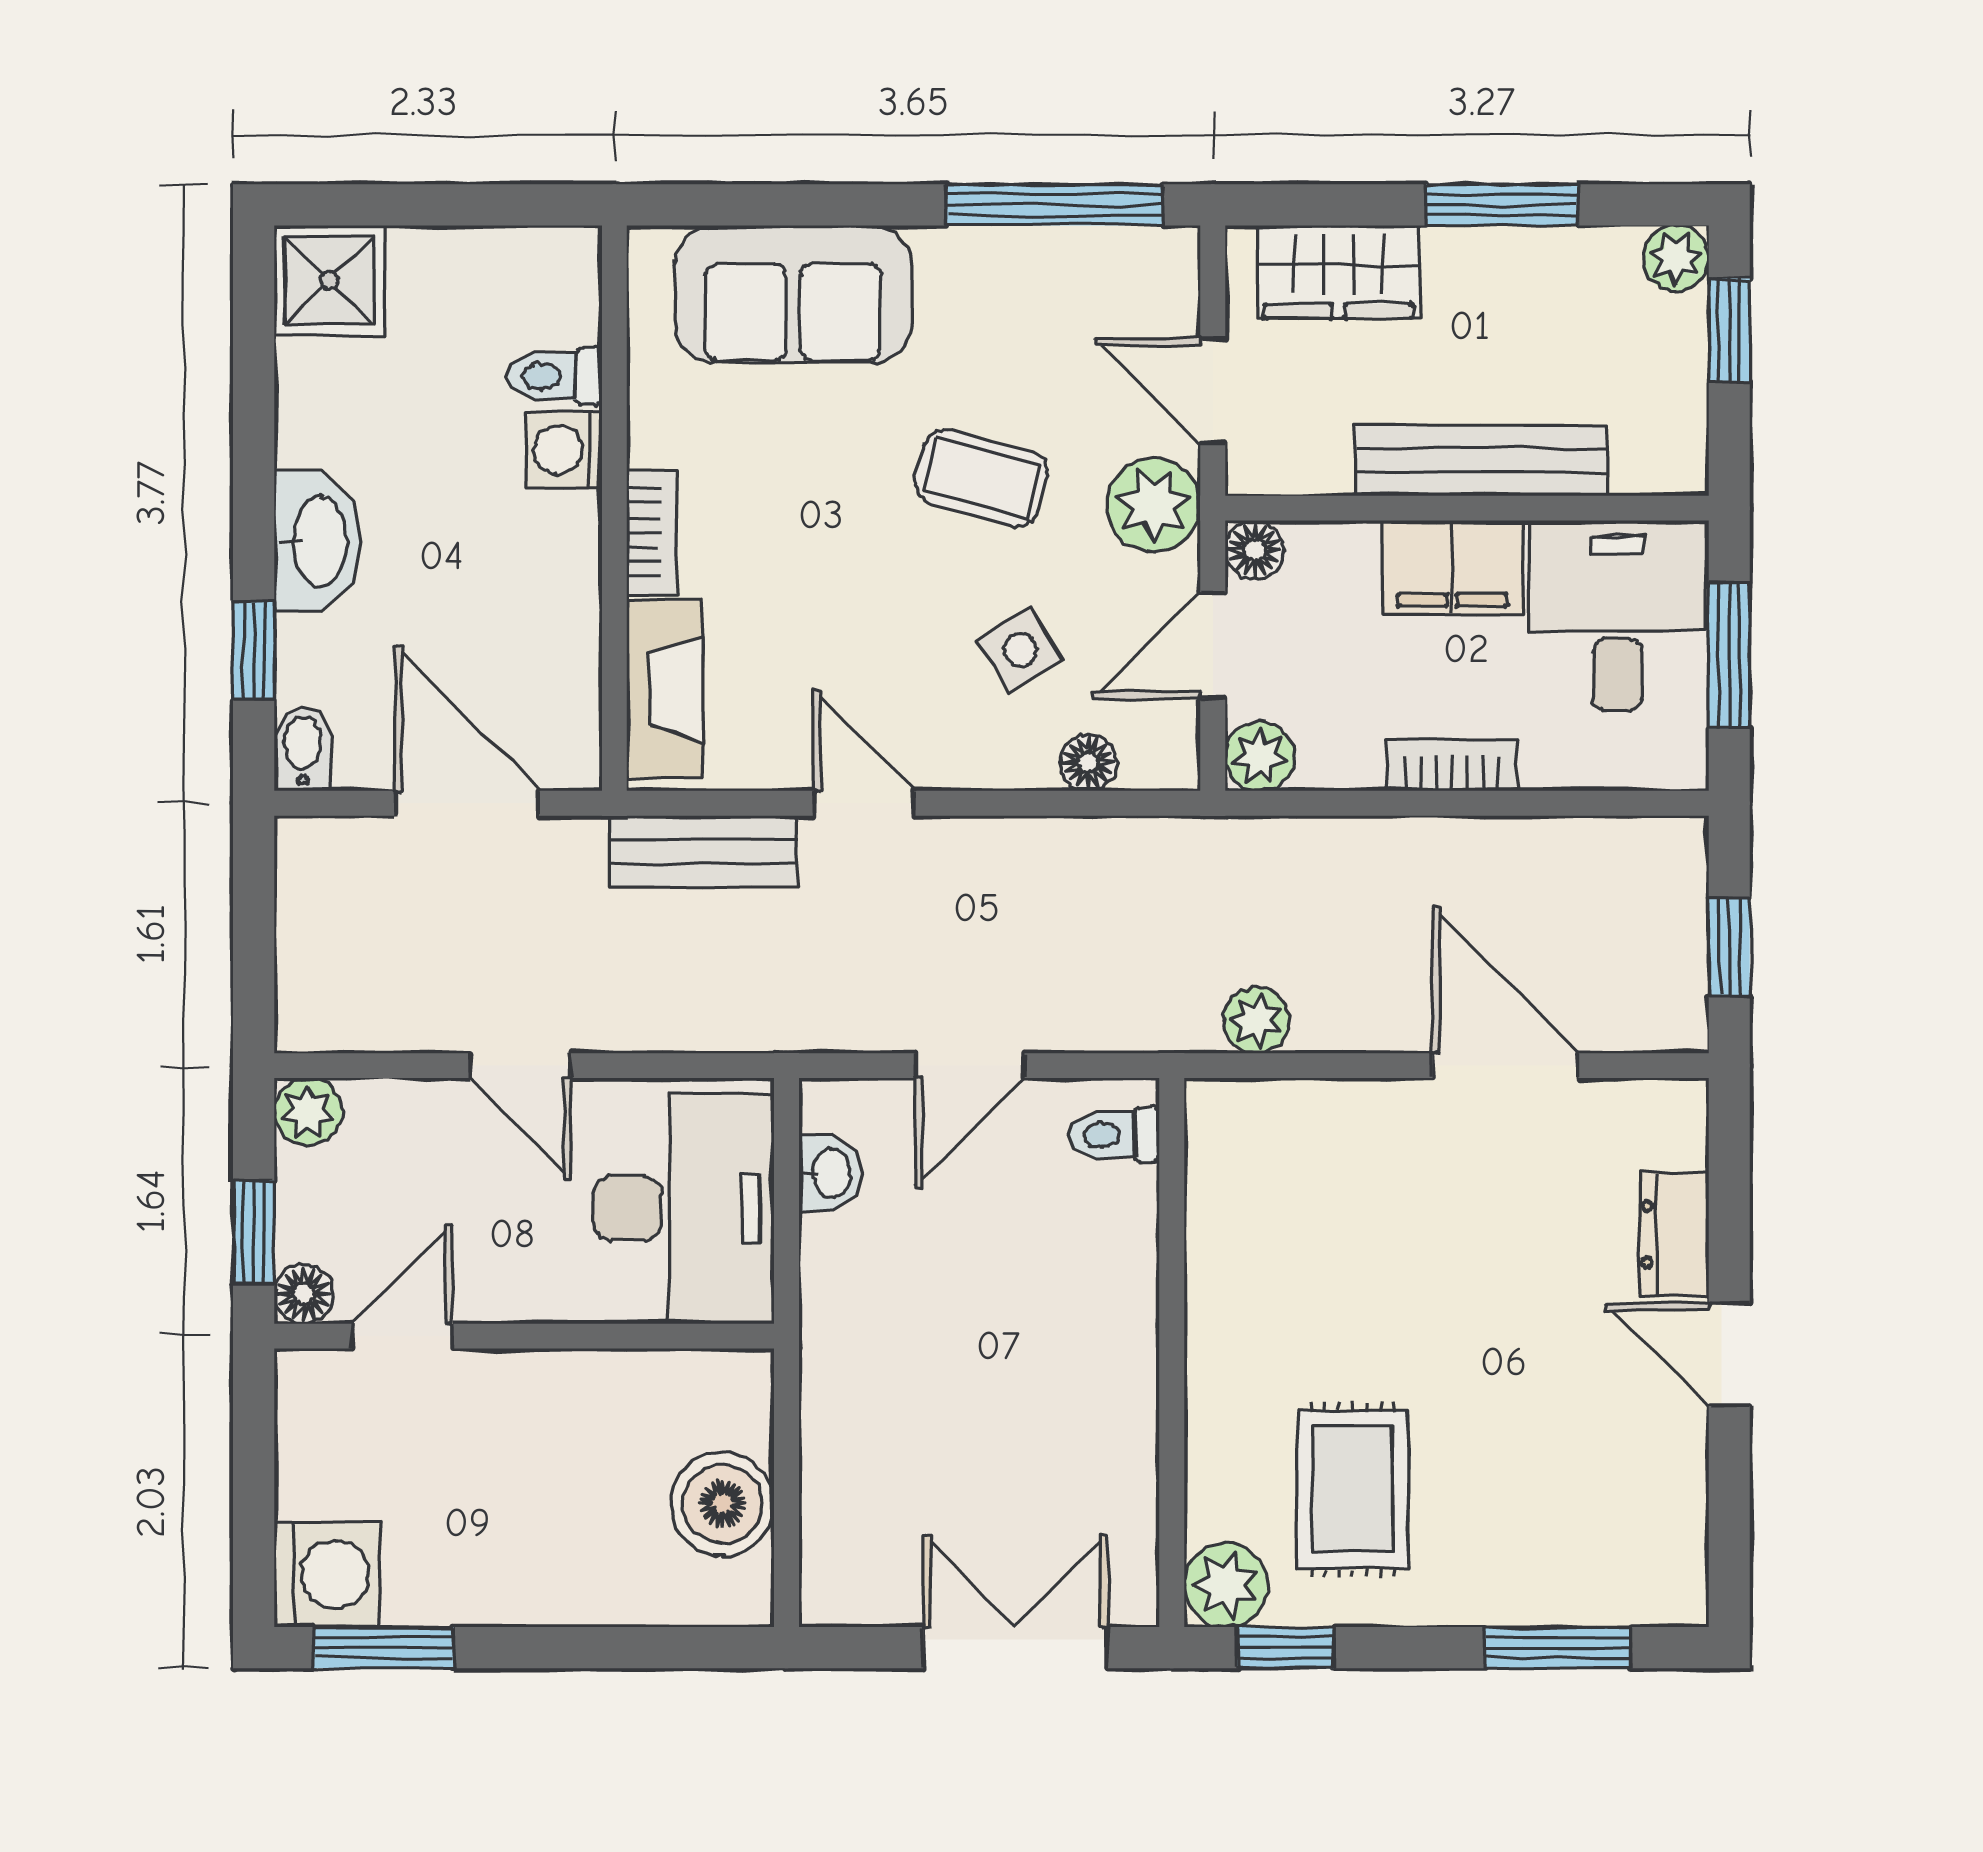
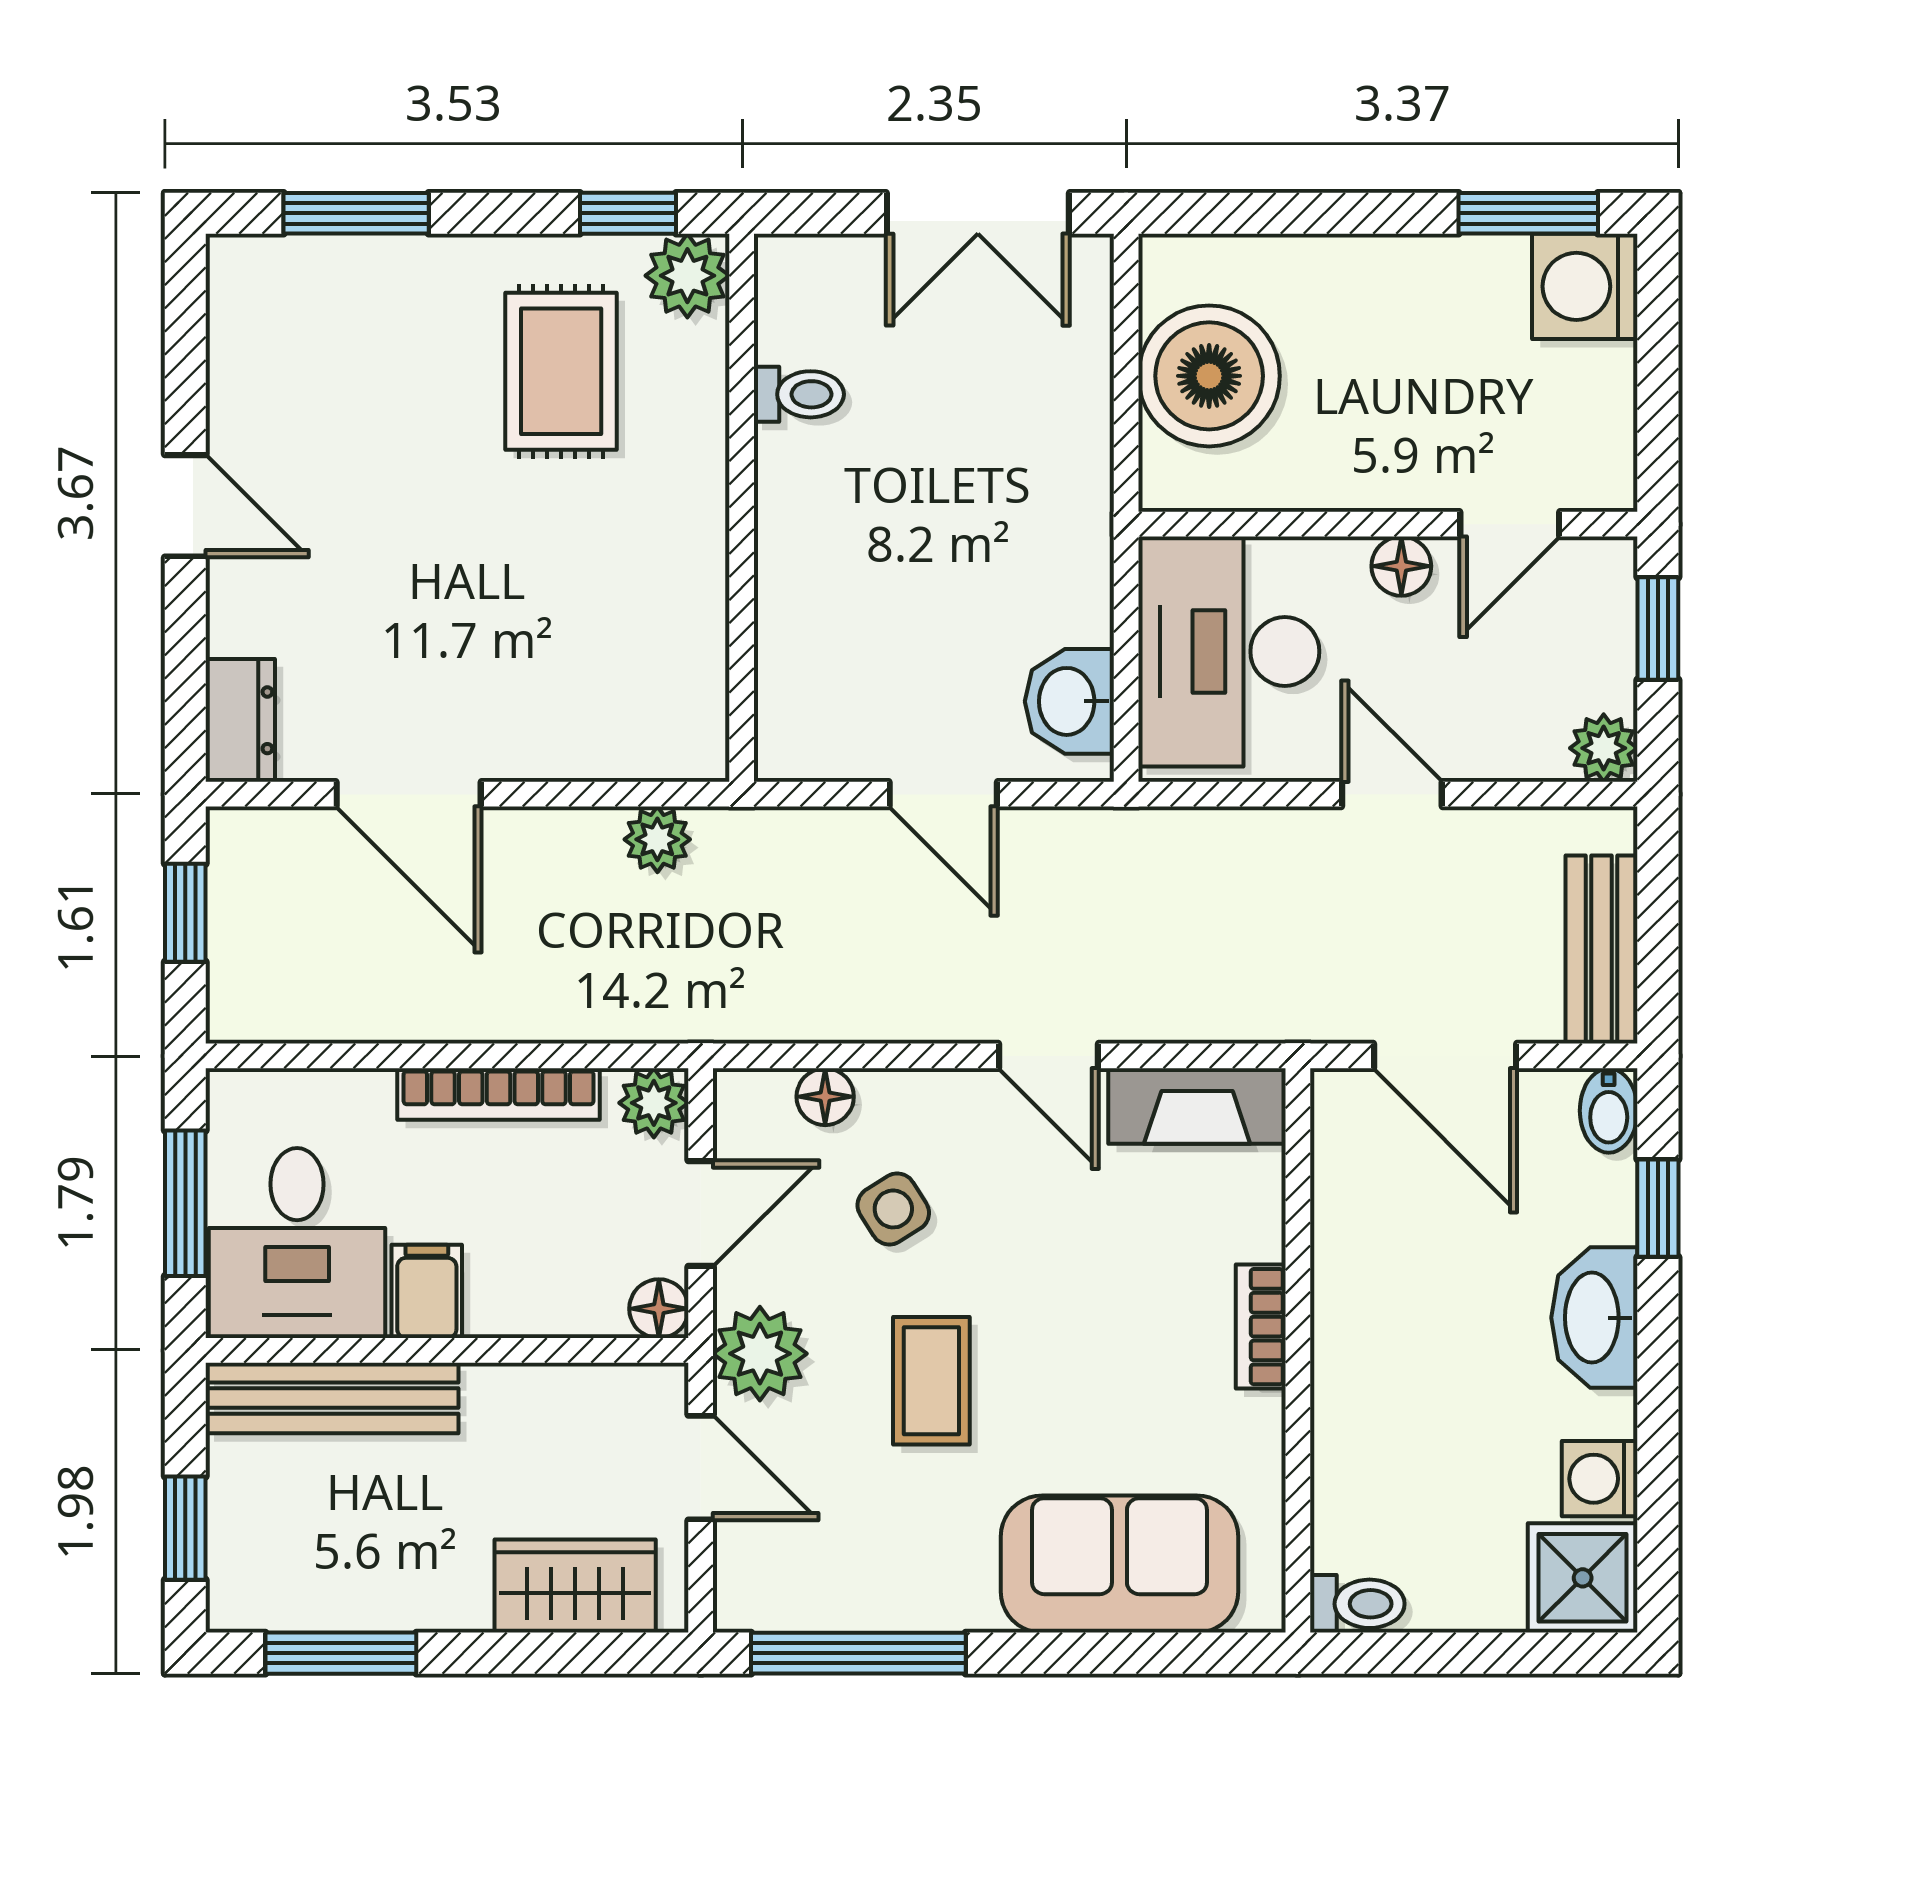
window: (1502, 205) -> (341, 1653), moved
plant: (1676, 258) -> (239, 1600), removed
toilet: (555, 376) -> (1357, 1604), moved
washing machine: (564, 449) -> (1600, 1479), moved, turned 180
bench: (1481, 460) -> (332, 1398), moved
coffee table: (982, 478) -> (931, 1381), turned 75
filing cabinet: (1452, 567) -> (427, 1291), width x0.50
fireplace: (665, 690) -> (1197, 1106), moved, turned -90
bookcase: (1452, 765) -> (499, 1094), width x1.56
bench: (703, 852) -> (1602, 950), moved, turned 90
door: (970, 1066) -> (943, 794), swing flipped
toilet: (1114, 1135) -> (799, 394), moved
washbasin: (830, 1173) -> (1069, 701), width x1.38, depth x1.45
dresser: (1674, 1234) -> (240, 720), moved
floor lamp: (304, 1294) -> (1401, 566), moved
boiler: (722, 1504) -> (1209, 376), width x1.37, depth x1.37
double door: (1015, 1648) -> (978, 213), moved

